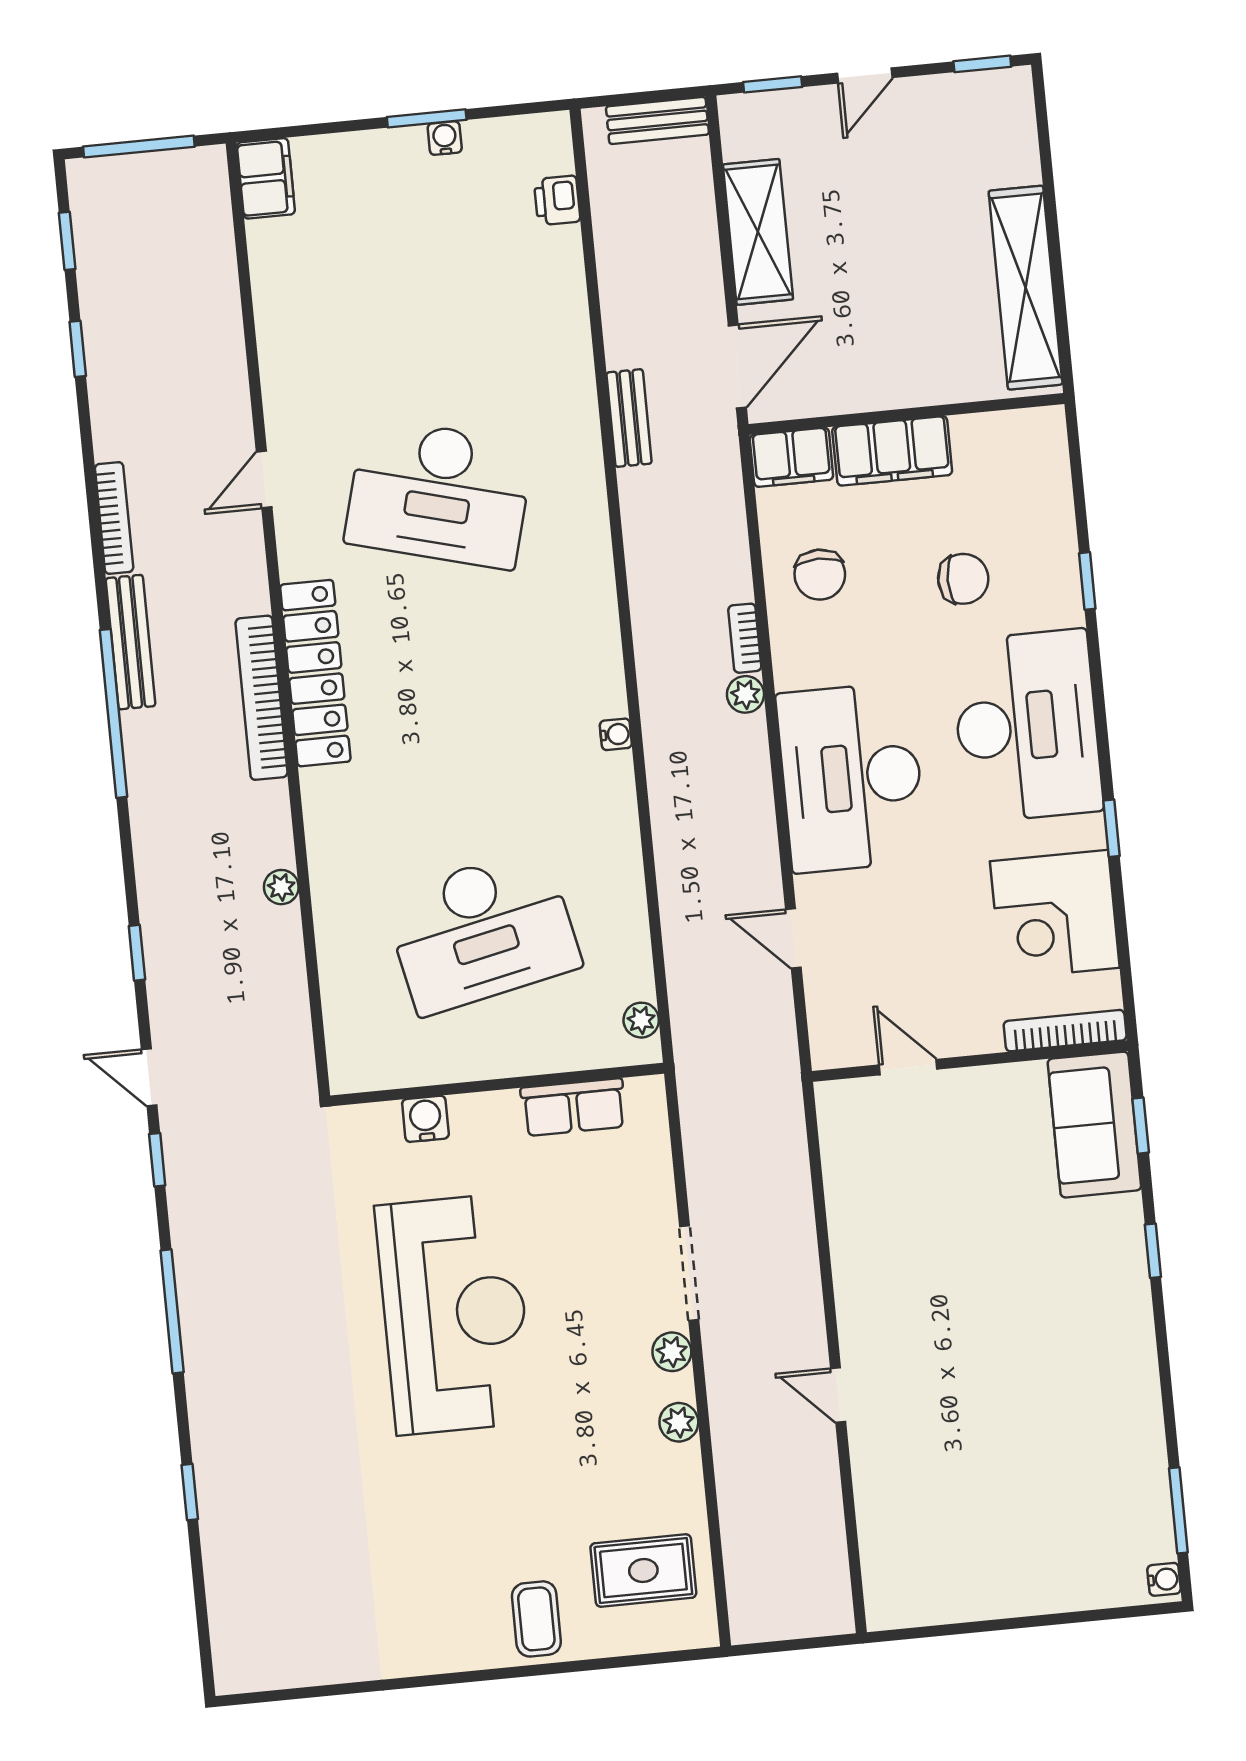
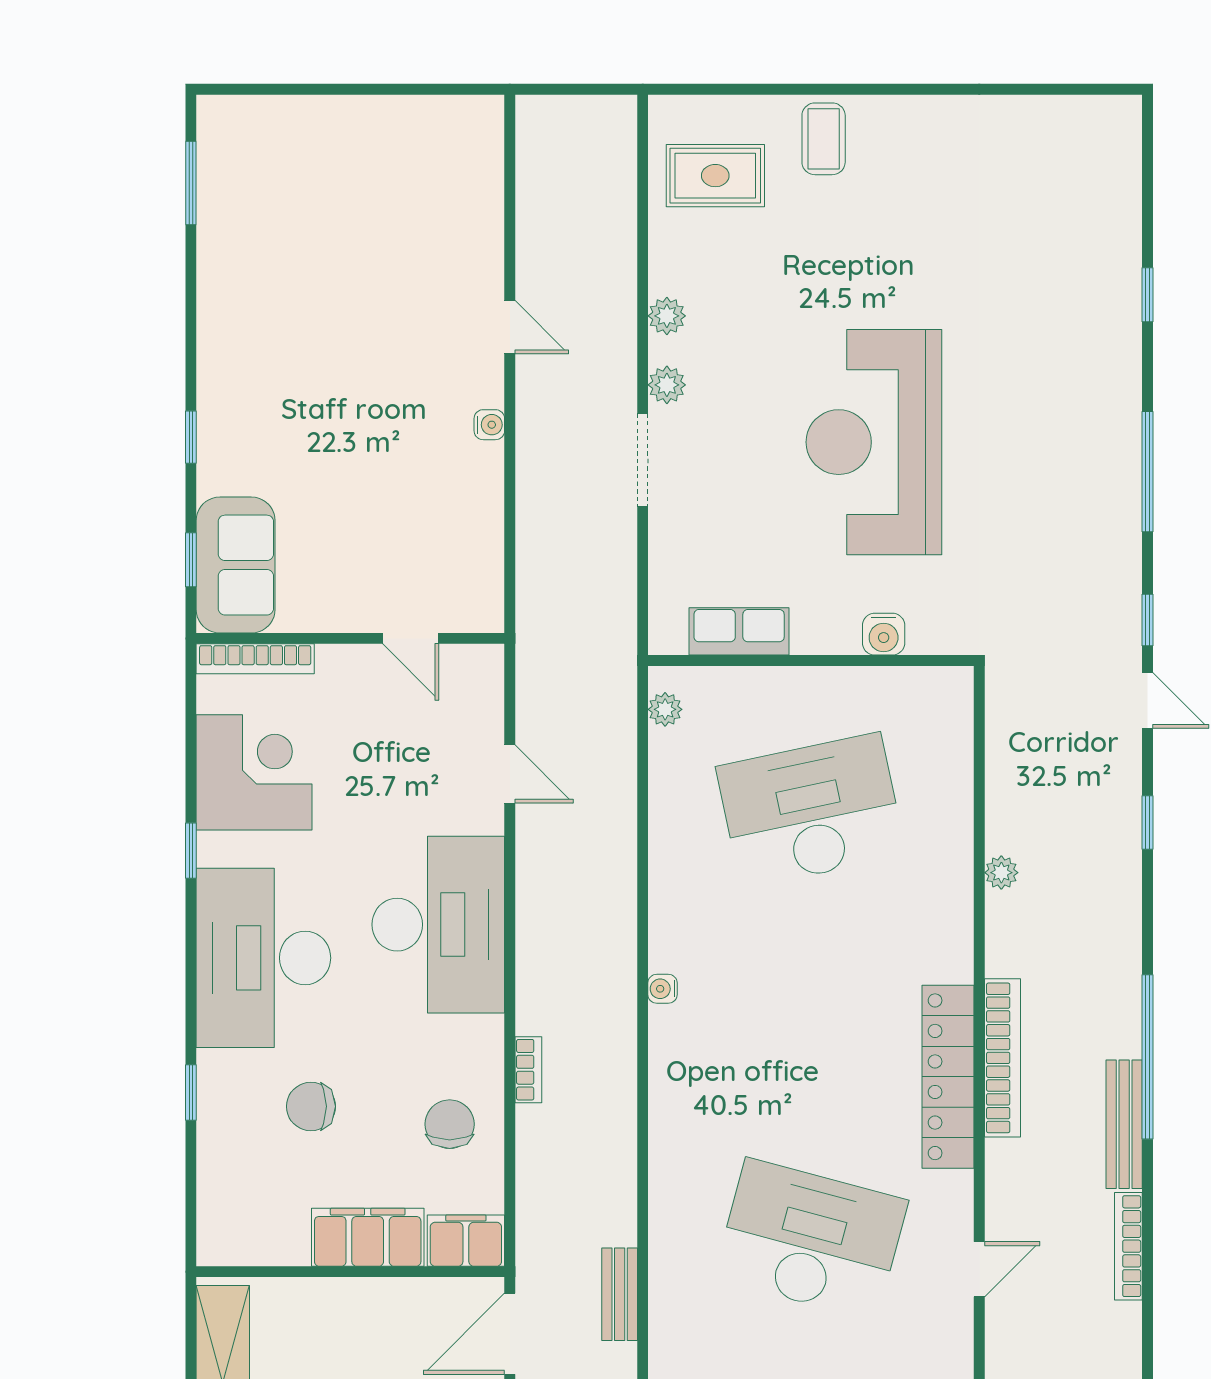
plant: (745, 694) -> (533, 1015), removed
water cooler: (1164, 1579) -> (489, 425), moved, turned 180

